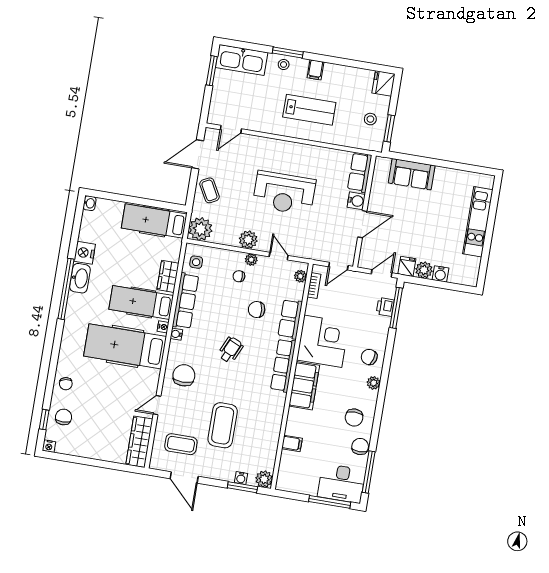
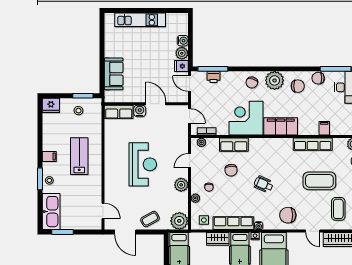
plant: (251, 260) -> (195, 198), moved
row of seats: (283, 365) -> (313, 144), moved
plant: (374, 383) -> (275, 80), width x1.88, depth x1.88

